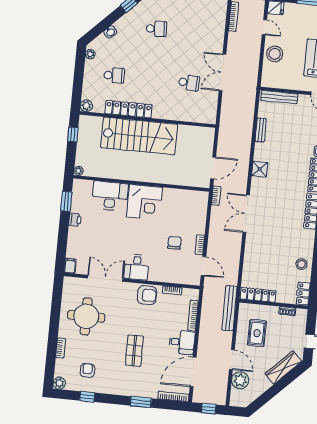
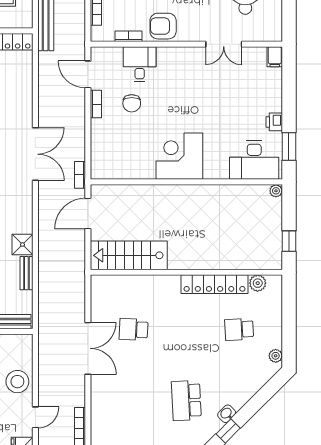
door: (264, 27) -> (35, 417), swing flipped
school desk: (156, 29) -> (186, 401), width x1.85
washbasin: (110, 32) -> (227, 414), moved
plant: (86, 106) -> (258, 283), moved
stairs: (139, 136) -> (129, 255), moved, width x0.73, depth x0.66
shower: (260, 169) -> (22, 245), moved
desk: (110, 196) -> (254, 160), moved
desk: (137, 267) -> (140, 64), moved
double door: (105, 278) -> (224, 44), width x0.73

